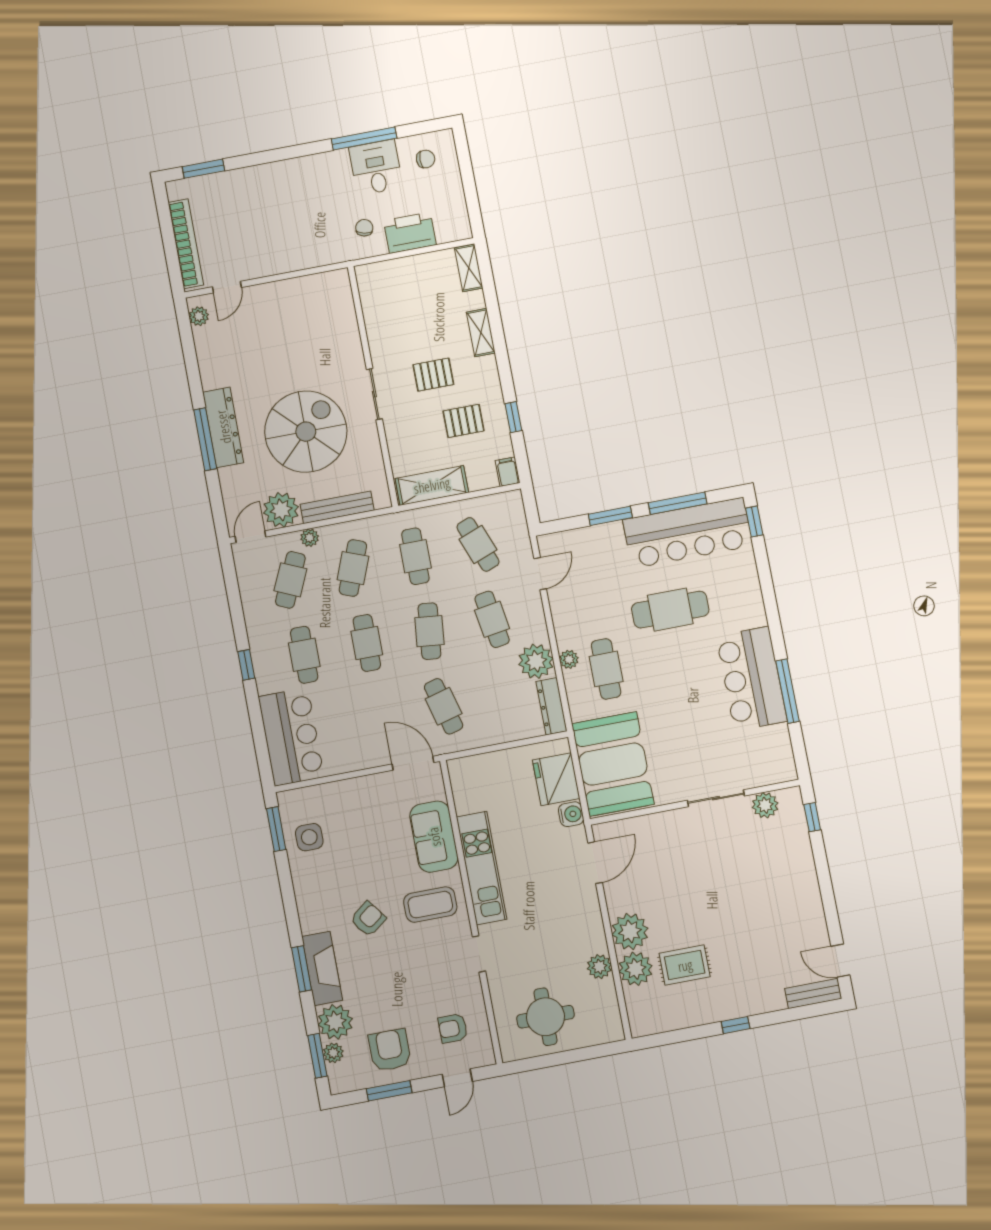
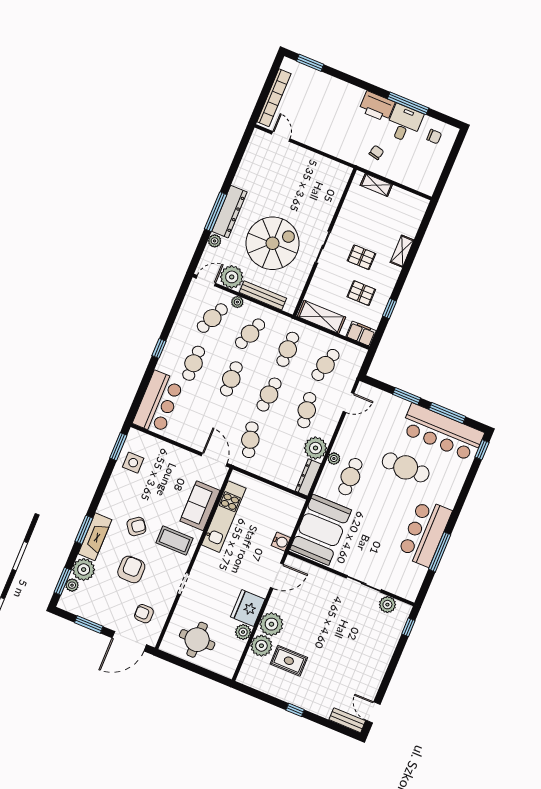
printer: (410, 233) -> (377, 106), moved, turned 180
shelving: (469, 268) -> (376, 185), moved, turned 90
door: (227, 287) -> (281, 136), swing flipped
plant: (199, 316) -> (215, 241), moved
filing cabinet: (508, 472) -> (361, 334), width x2.00
cafe table: (478, 544) -> (325, 365), turned 36
fridge: (556, 779) -> (248, 608), moved
kitchen unit: (482, 868) -> (224, 517), moved
armchair: (390, 1050) -> (131, 569), moved
door: (457, 1078) -> (129, 641), width x1.87

